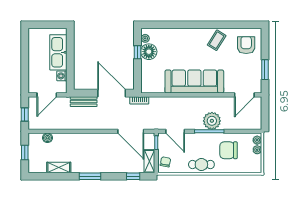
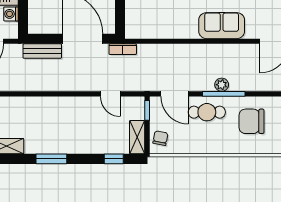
sofa: (194, 82) -> (222, 26), width x0.54, depth x0.79
plant: (212, 121) -> (222, 85), width x0.53, depth x0.53
door: (131, 131) -> (110, 94), width x0.53
cafe table: (201, 165) -> (207, 112), moved

